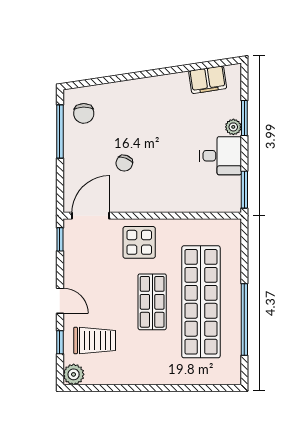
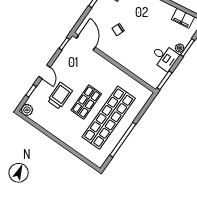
door: (91, 216) -> (86, 43), hinge flipped
display table: (139, 242) -> (99, 71), removed
trolley: (95, 340) -> (60, 96), moved, turned -90

